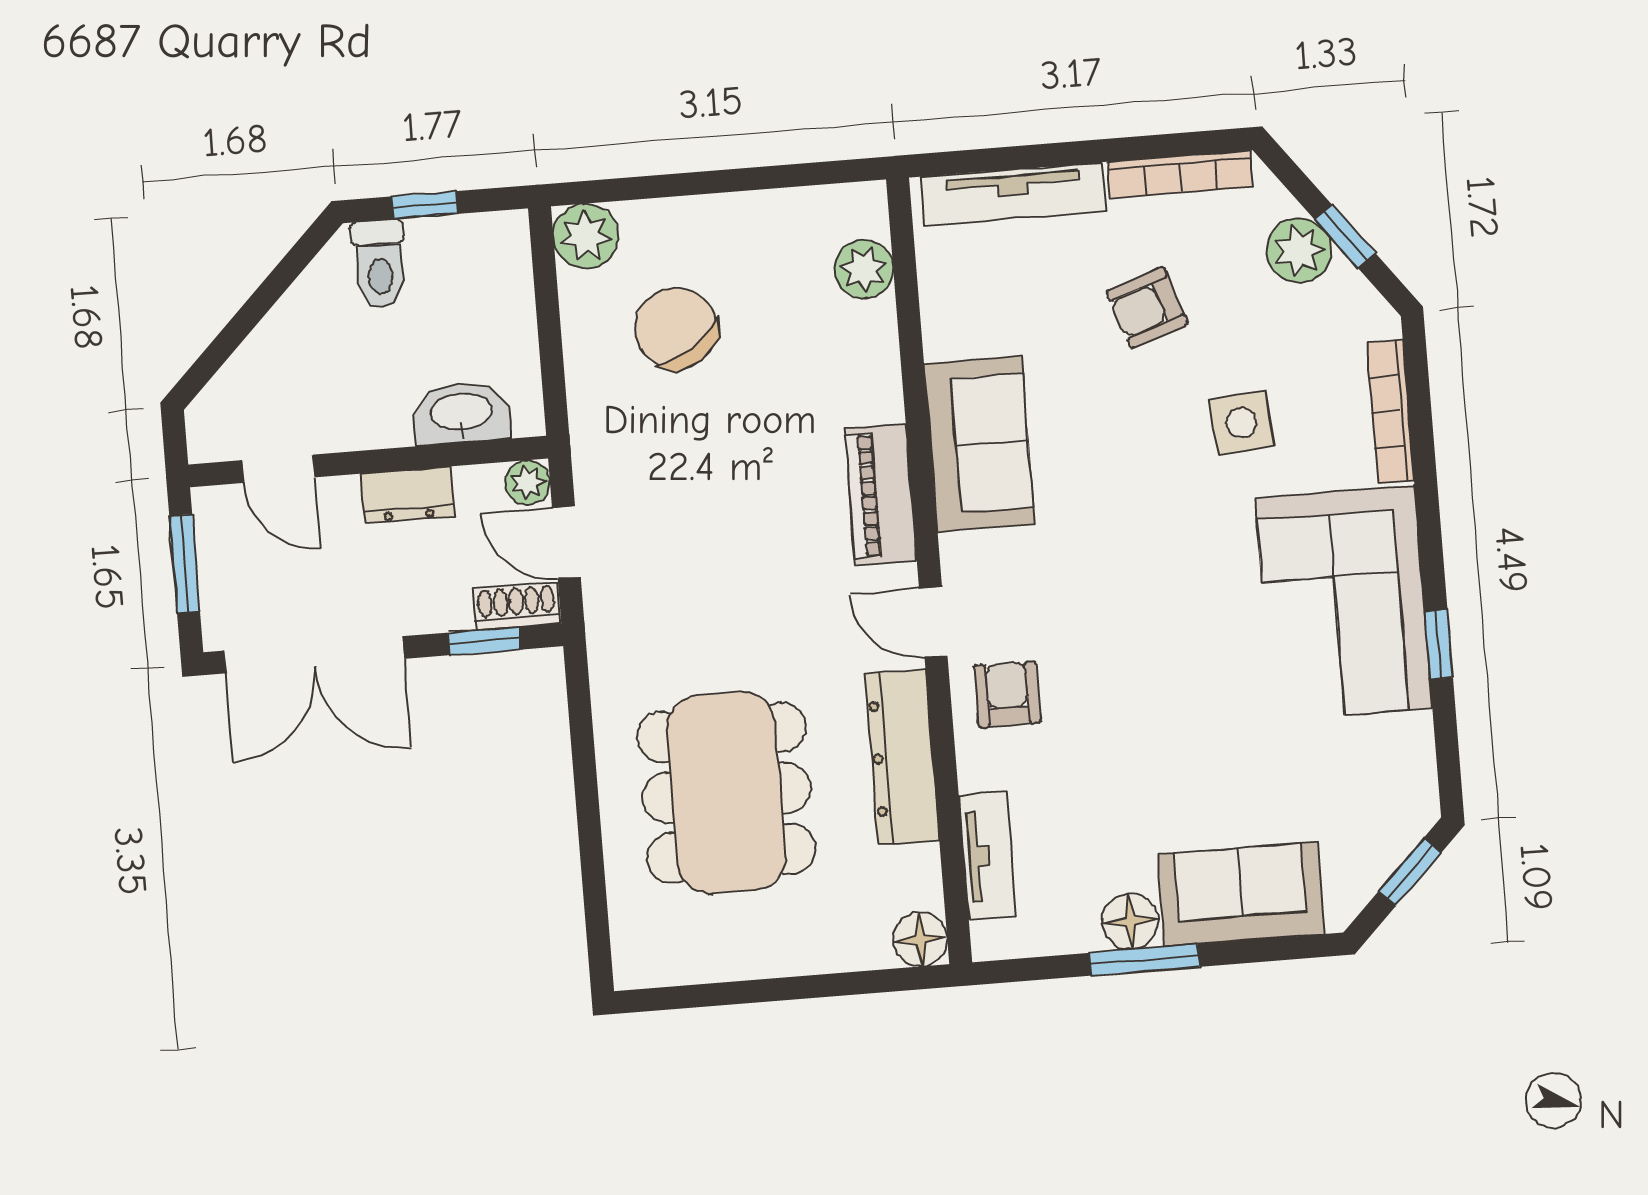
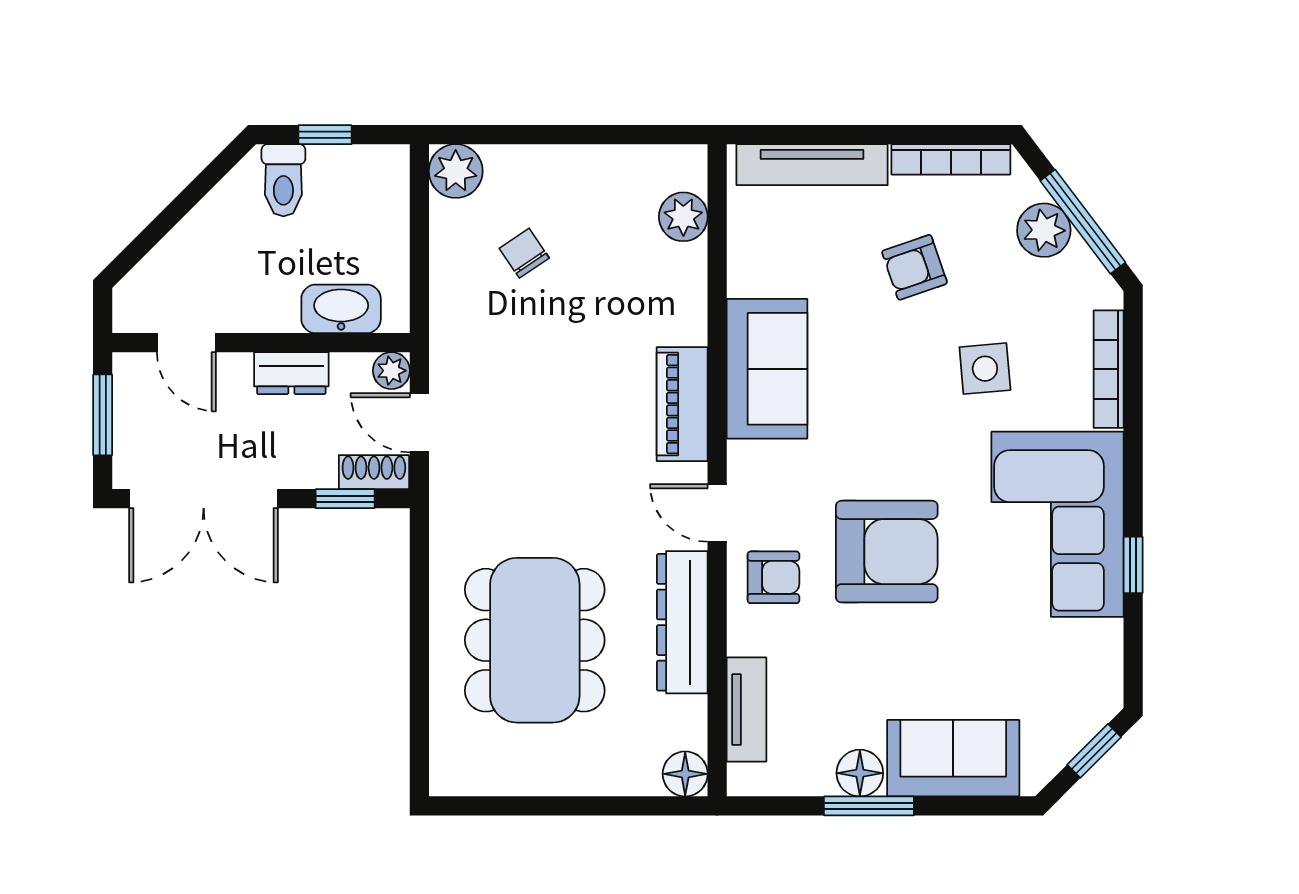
window: (1345, 236) -> (1083, 222), width x2.17
chair: (676, 328) -> (524, 253), width x0.54, depth x0.54
armchair: (1141, 652) -> (887, 552), added
armchair: (1007, 694) -> (773, 577), turned 90

